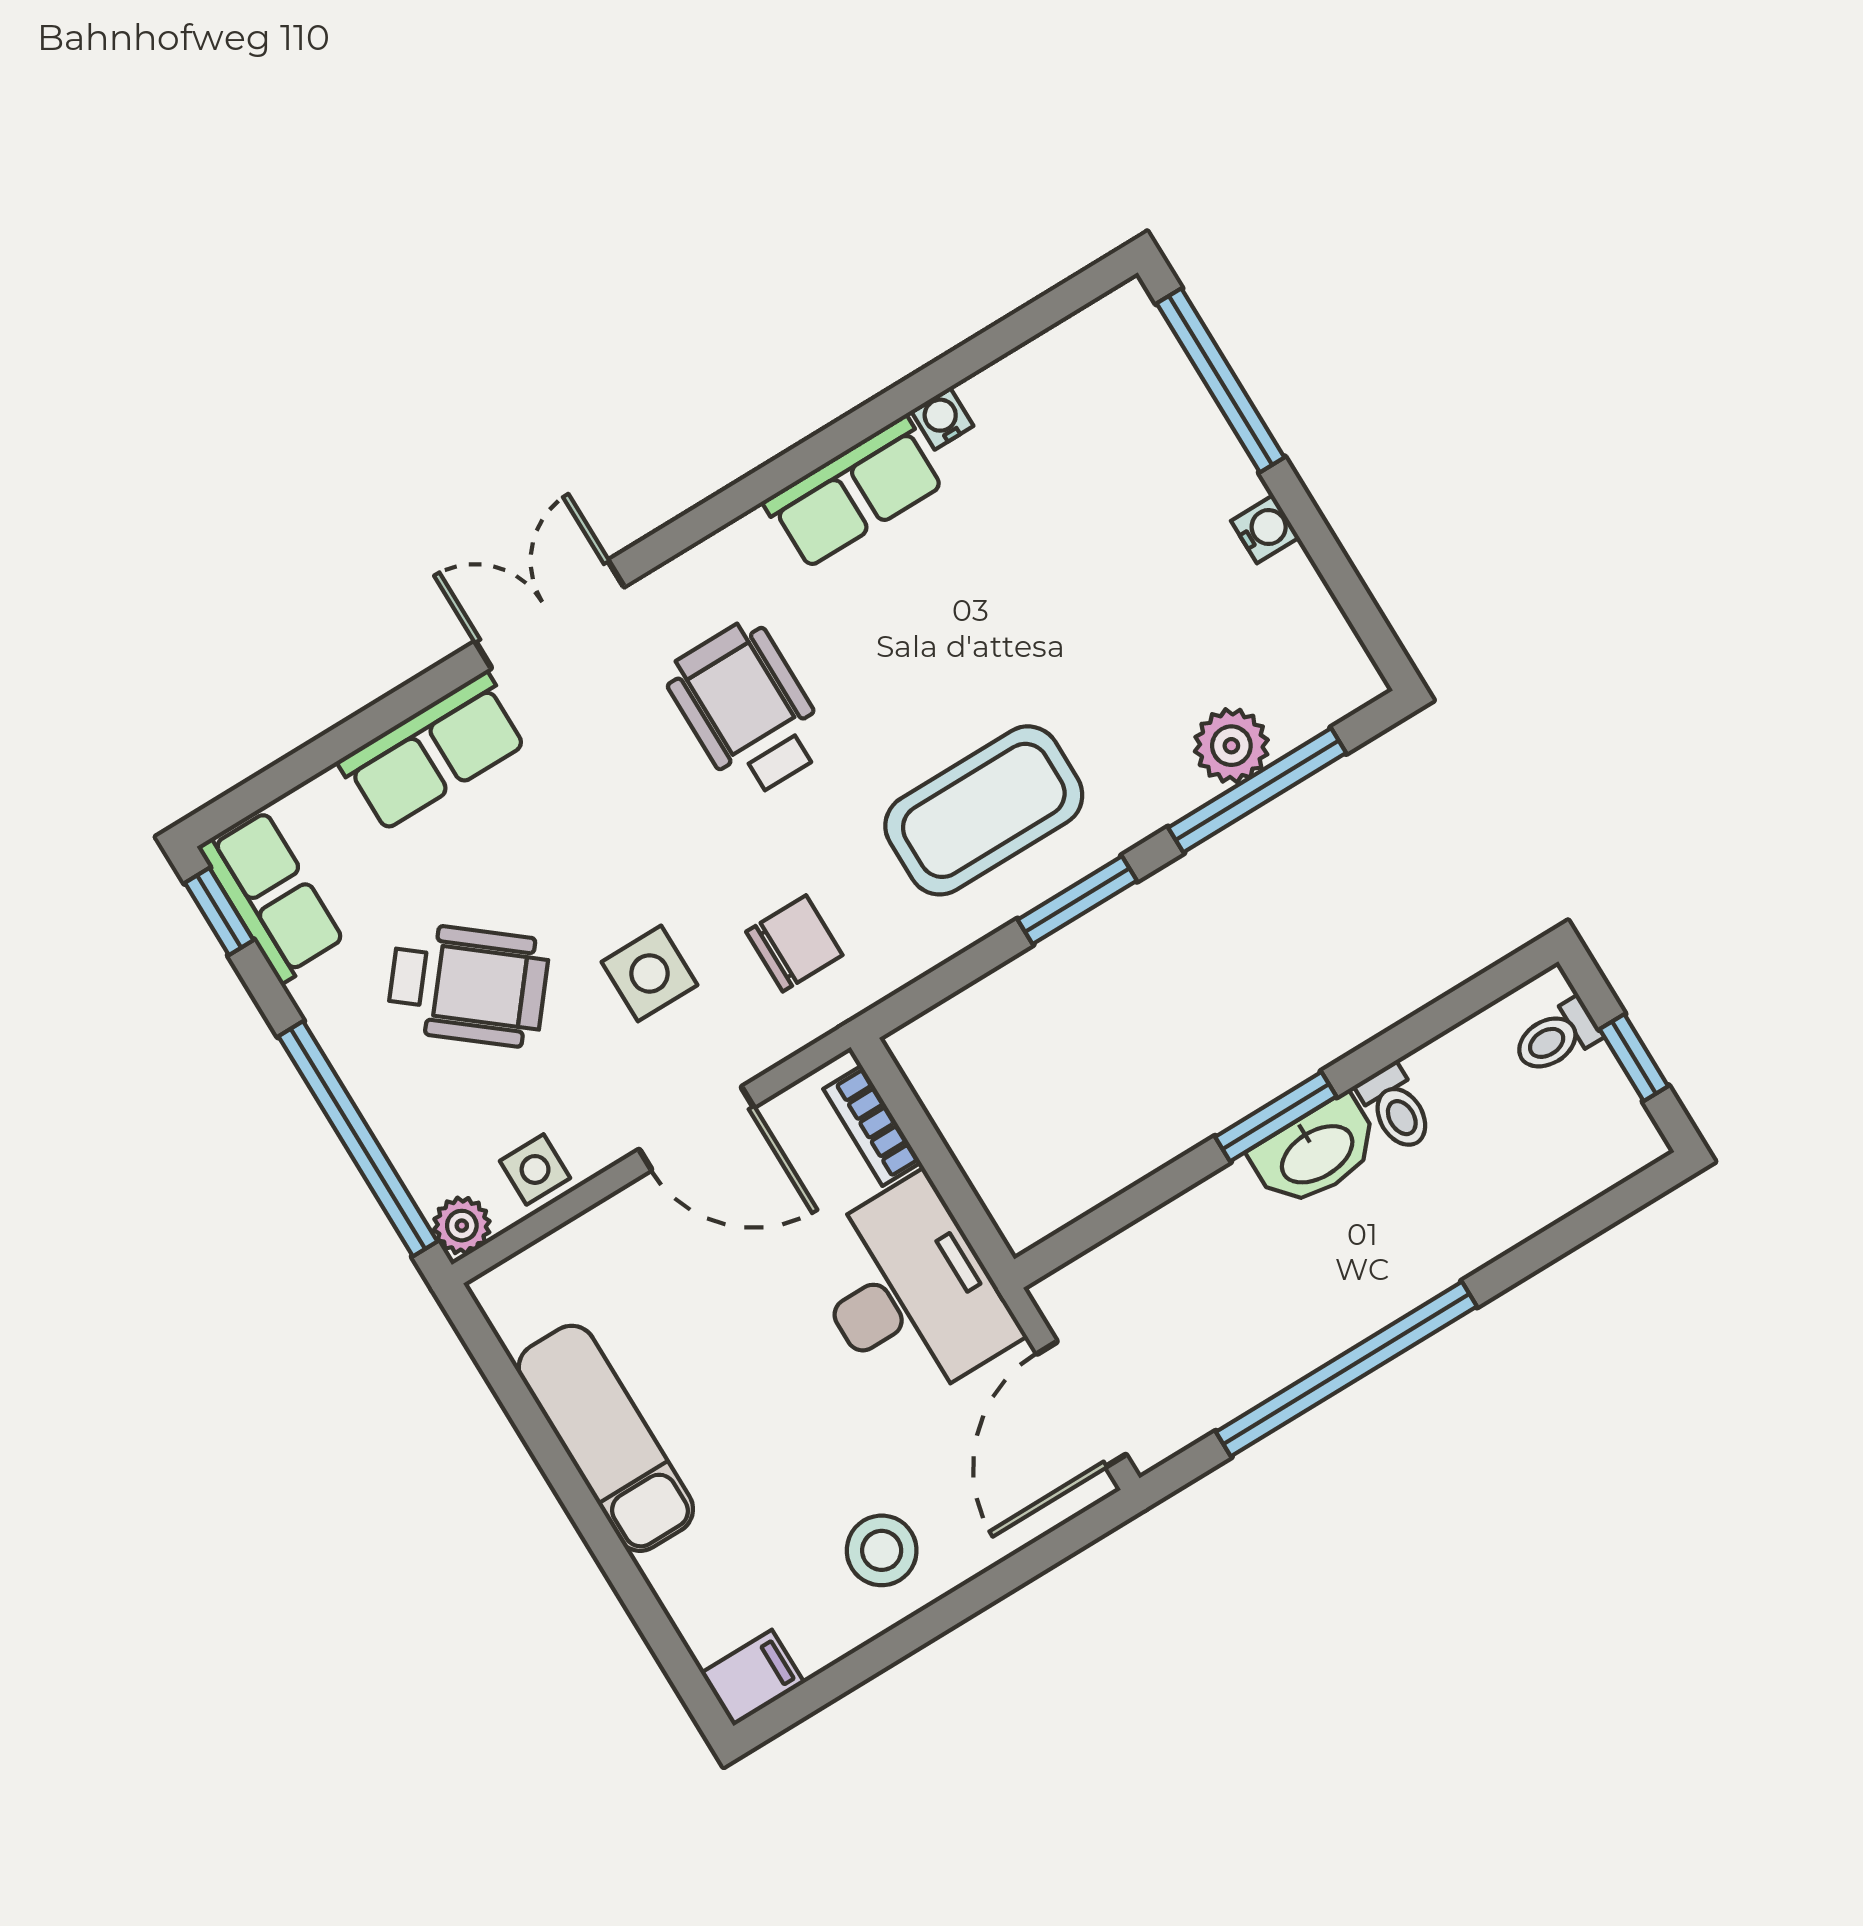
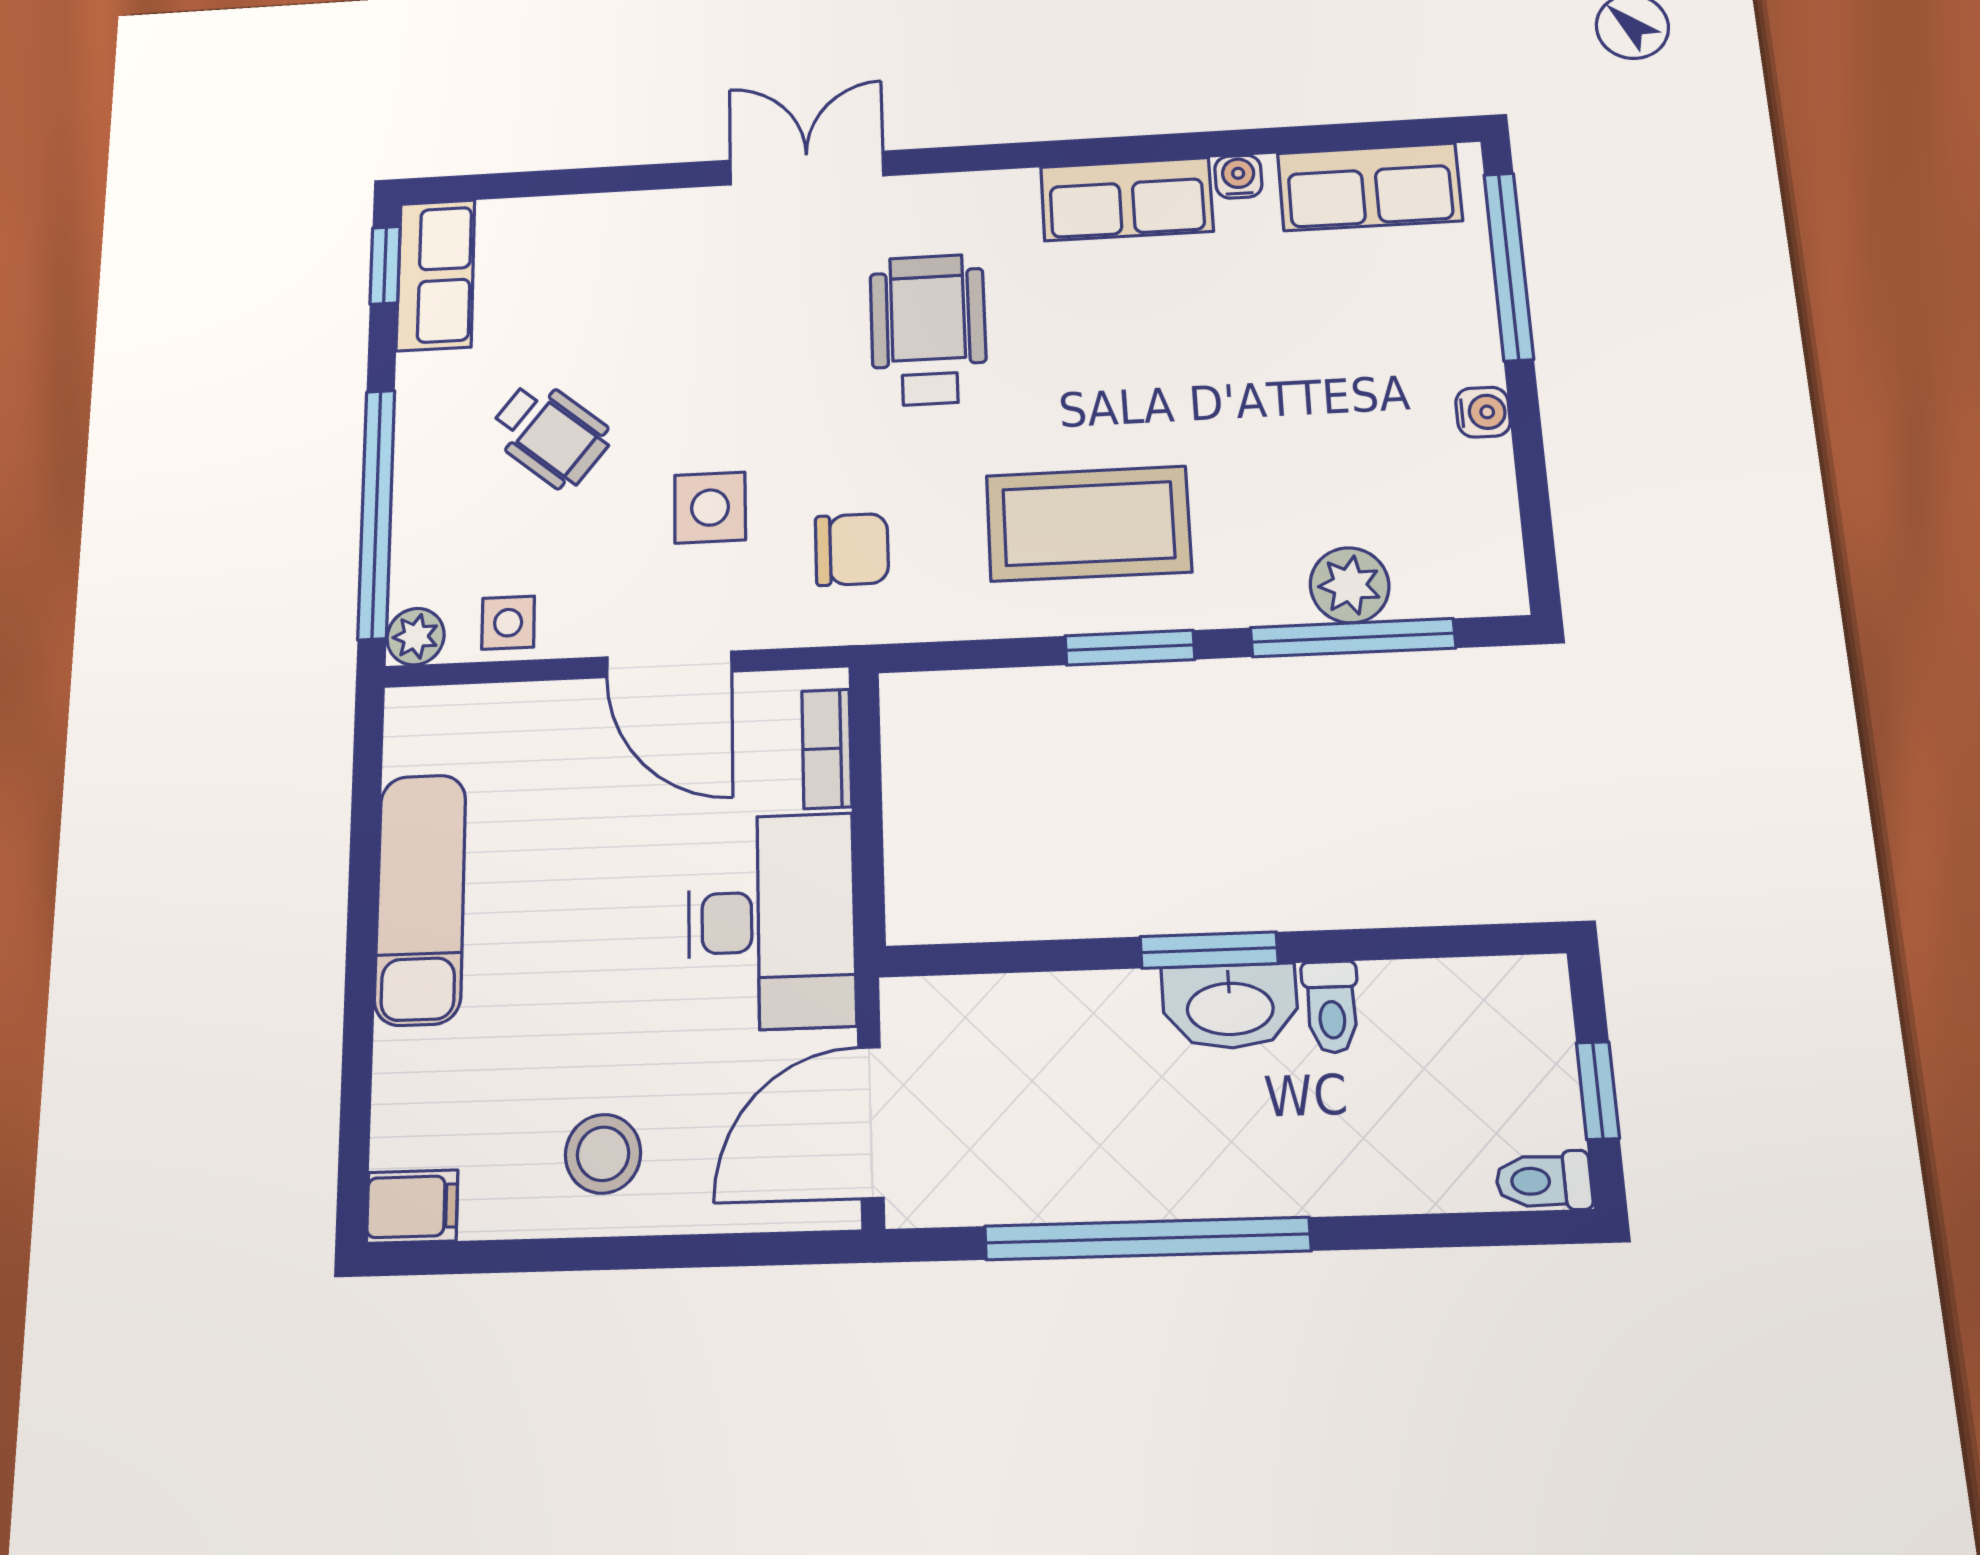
row of seats: (433, 752) -> (1370, 187), moved
wheelchair: (468, 985) -> (550, 434), width x0.73, depth x0.73
toilet: (1556, 1037) -> (1544, 1181), moved

